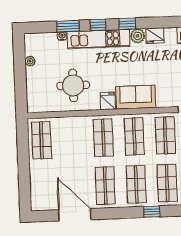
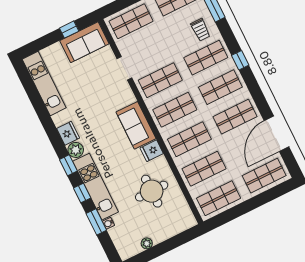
shop shelf: (72, 139) -> (204, 169), added
shop shelf: (43, 188) -> (264, 176), added

